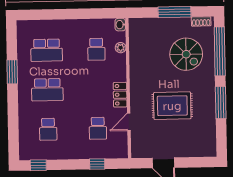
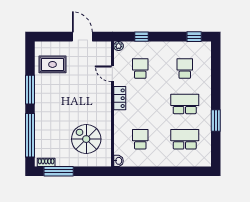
window: (175, 12) -> (59, 171), moved
plant: (121, 48) -> (119, 46), moved
spiral stairs: (186, 54) -> (86, 139), moved
rug: (172, 106) -> (53, 64), moved, width x0.73, depth x0.70
door: (129, 122) -> (112, 74), swing flipped

